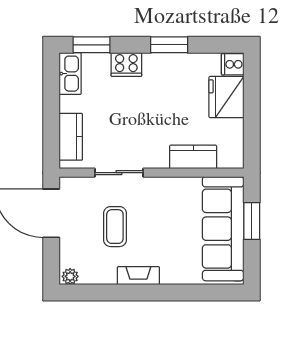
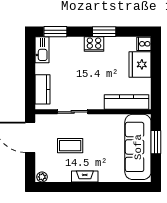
cooker: (126, 65) -> (94, 44), moved
kitchen counter: (193, 157) -> (126, 102), width x1.50
coffee table: (115, 227) -> (70, 146), turned 90

